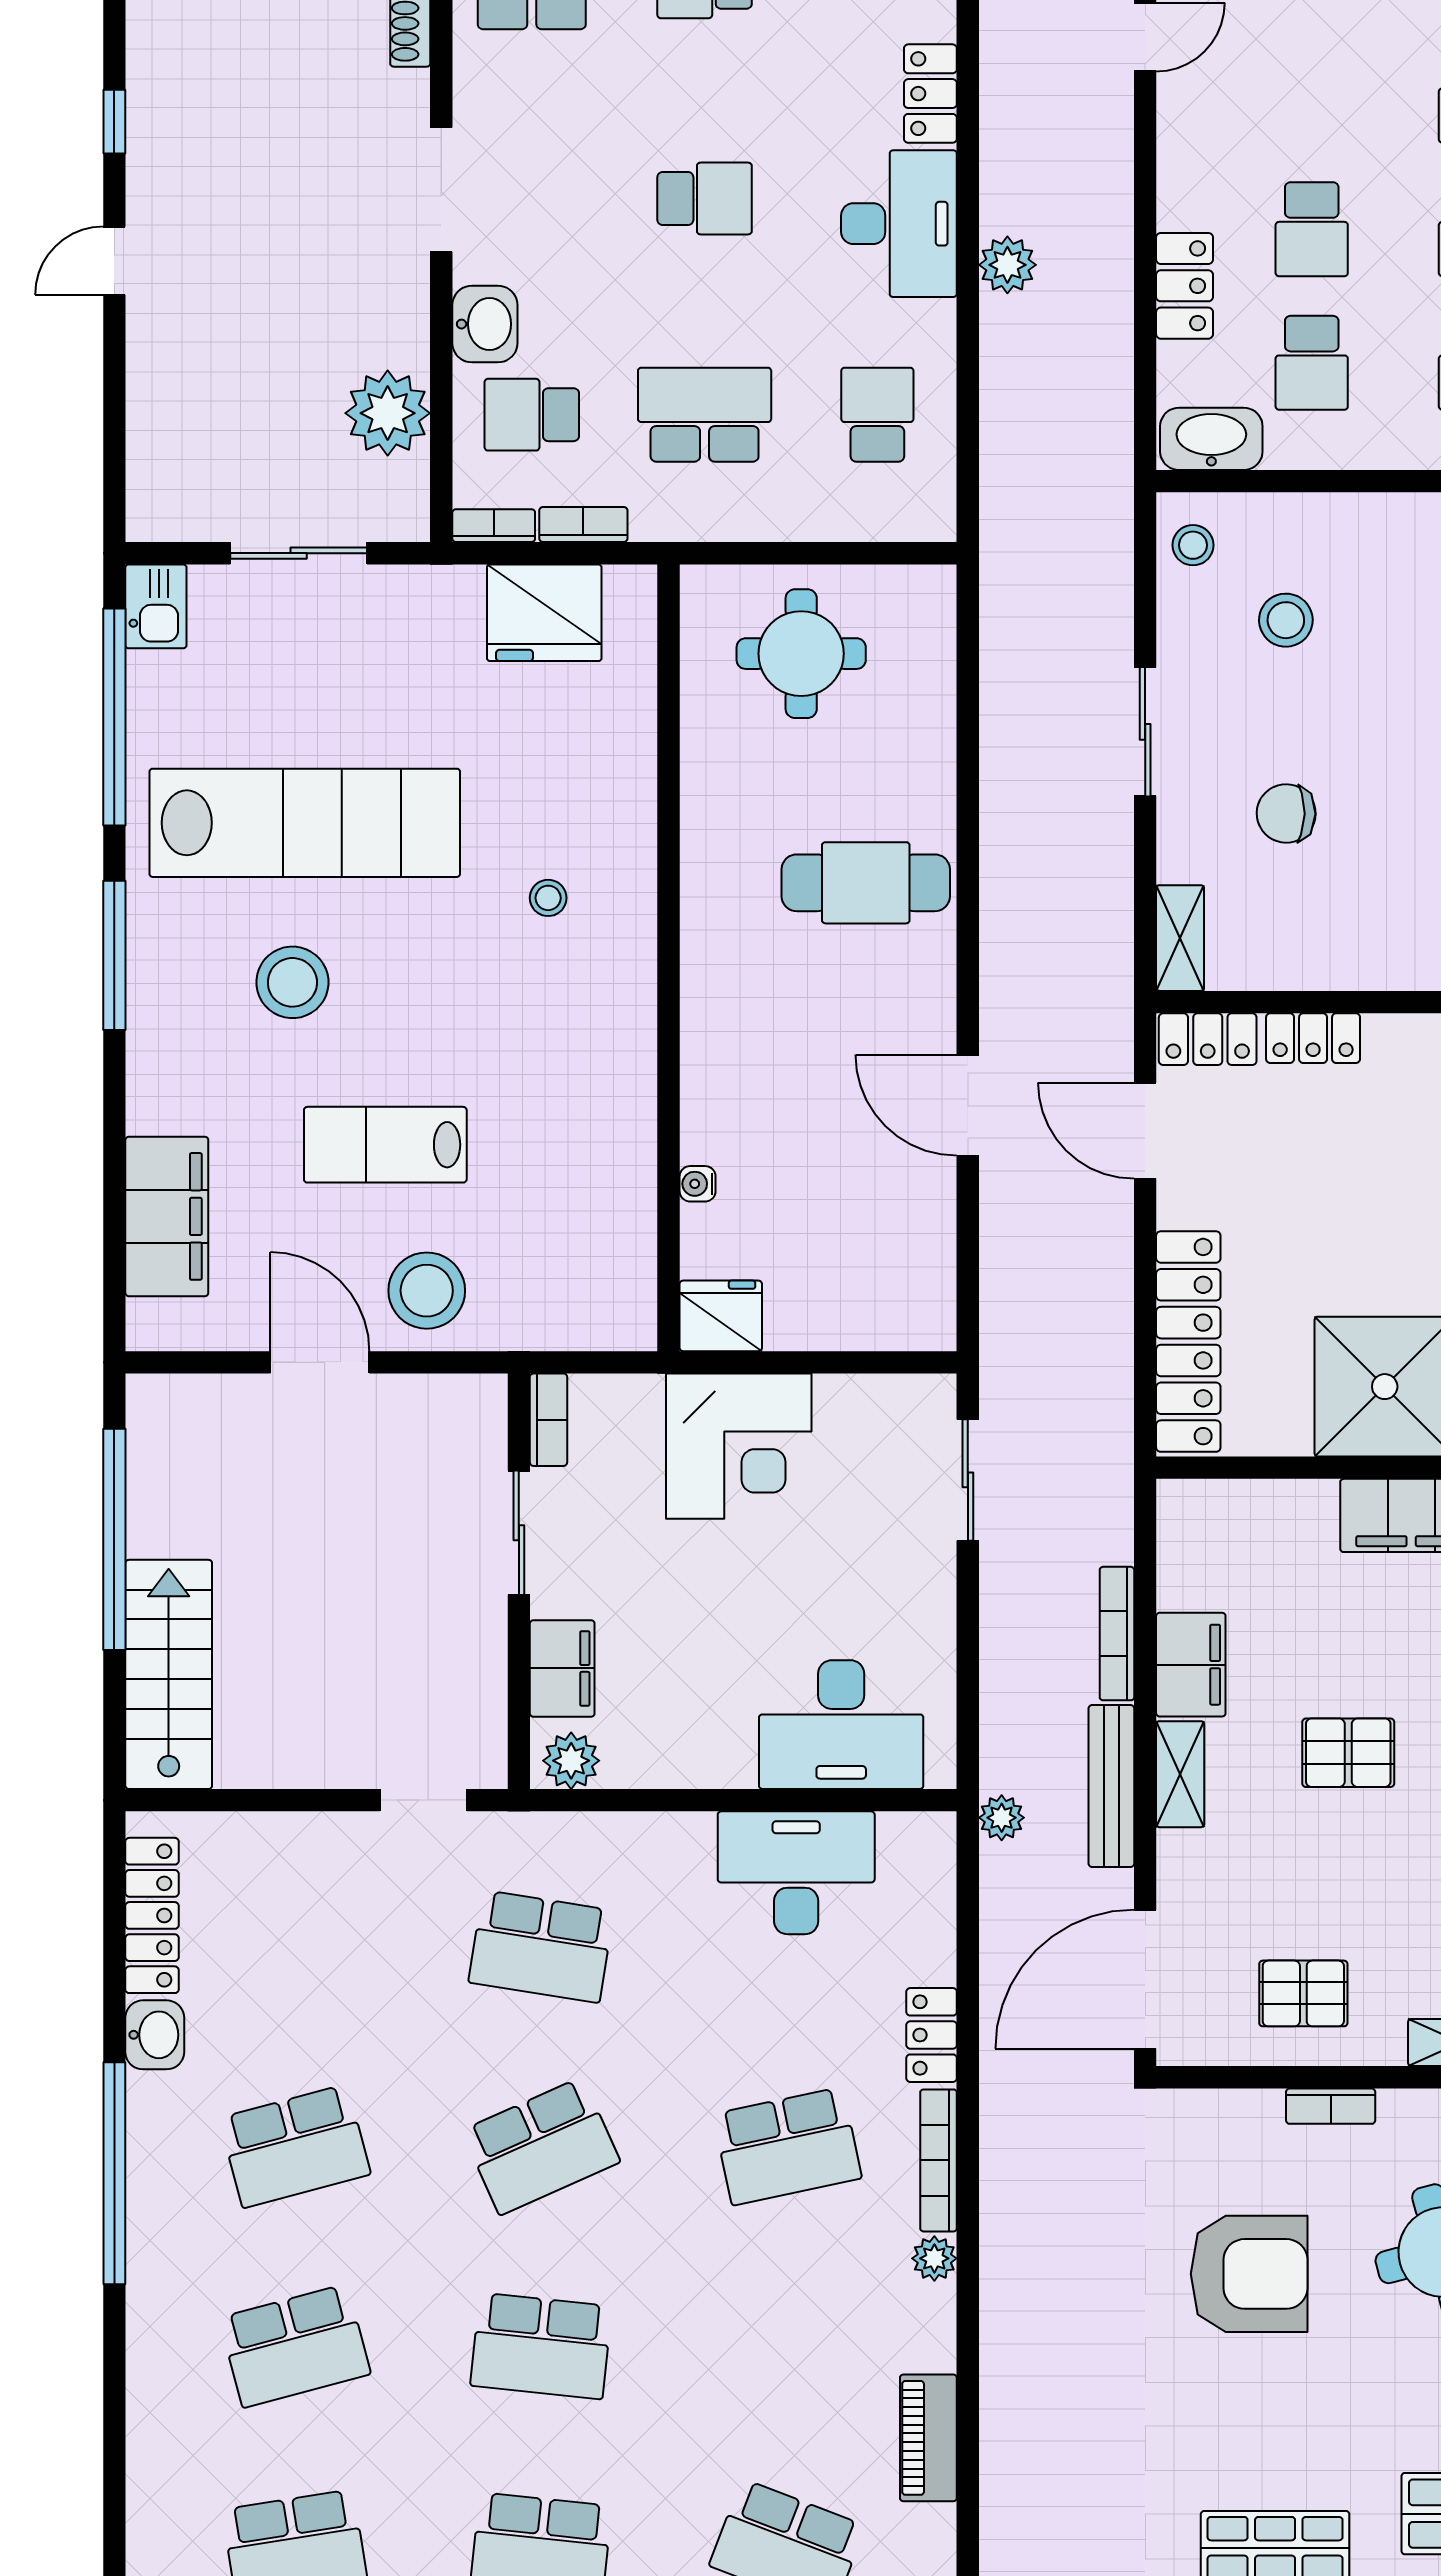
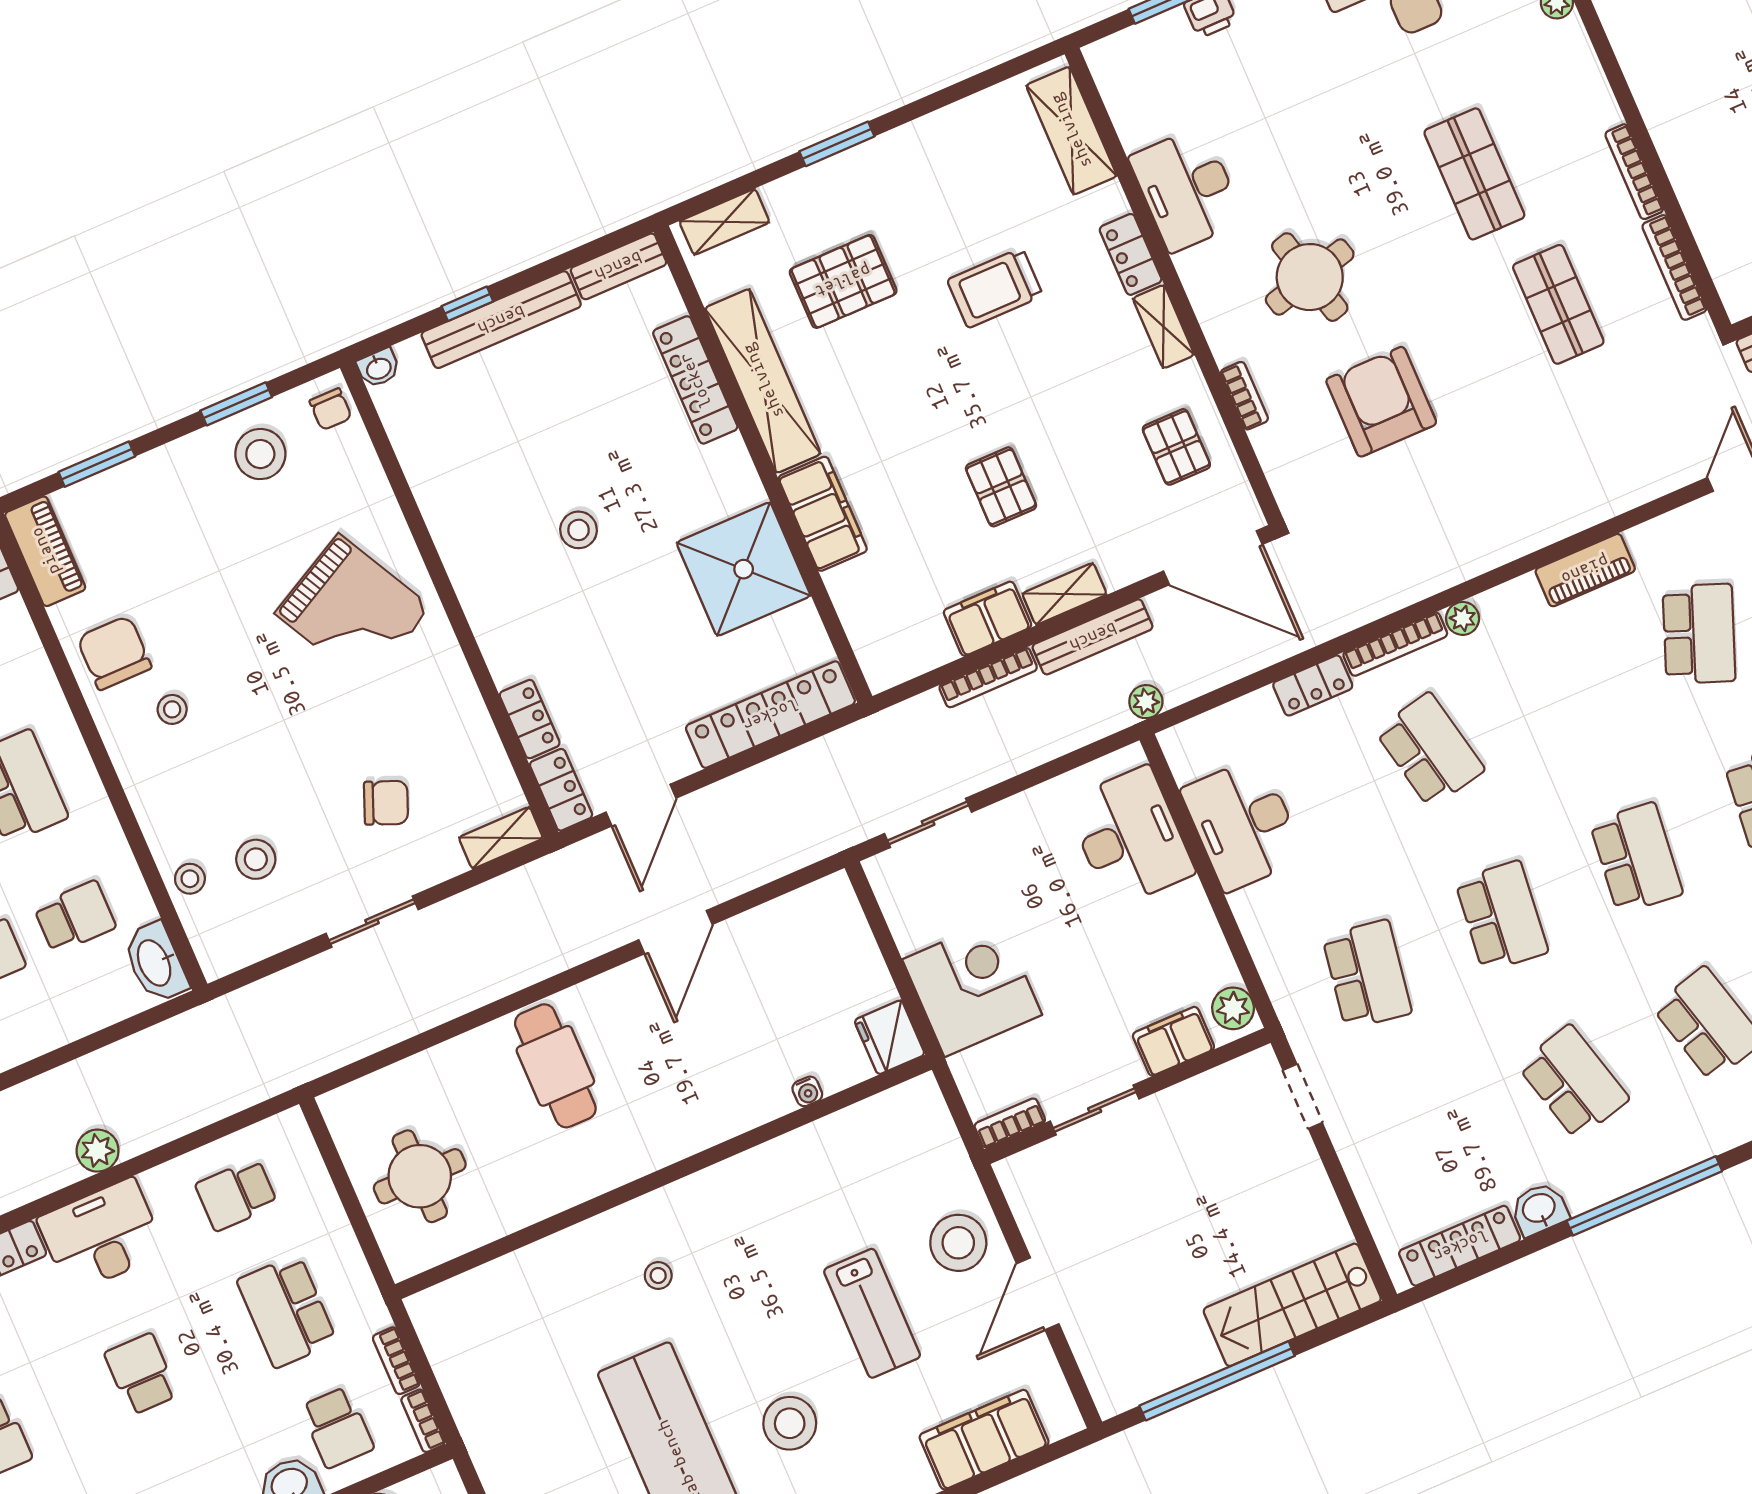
locker: (1185, 286) -> (60, 1025), removed
stool: (1193, 545) -> (190, 879), moved
fridge: (544, 613) -> (467, 1361), removed
chair: (1286, 813) -> (386, 803), turned -69
school desk: (541, 2146) -> (1502, 916), turned 30

